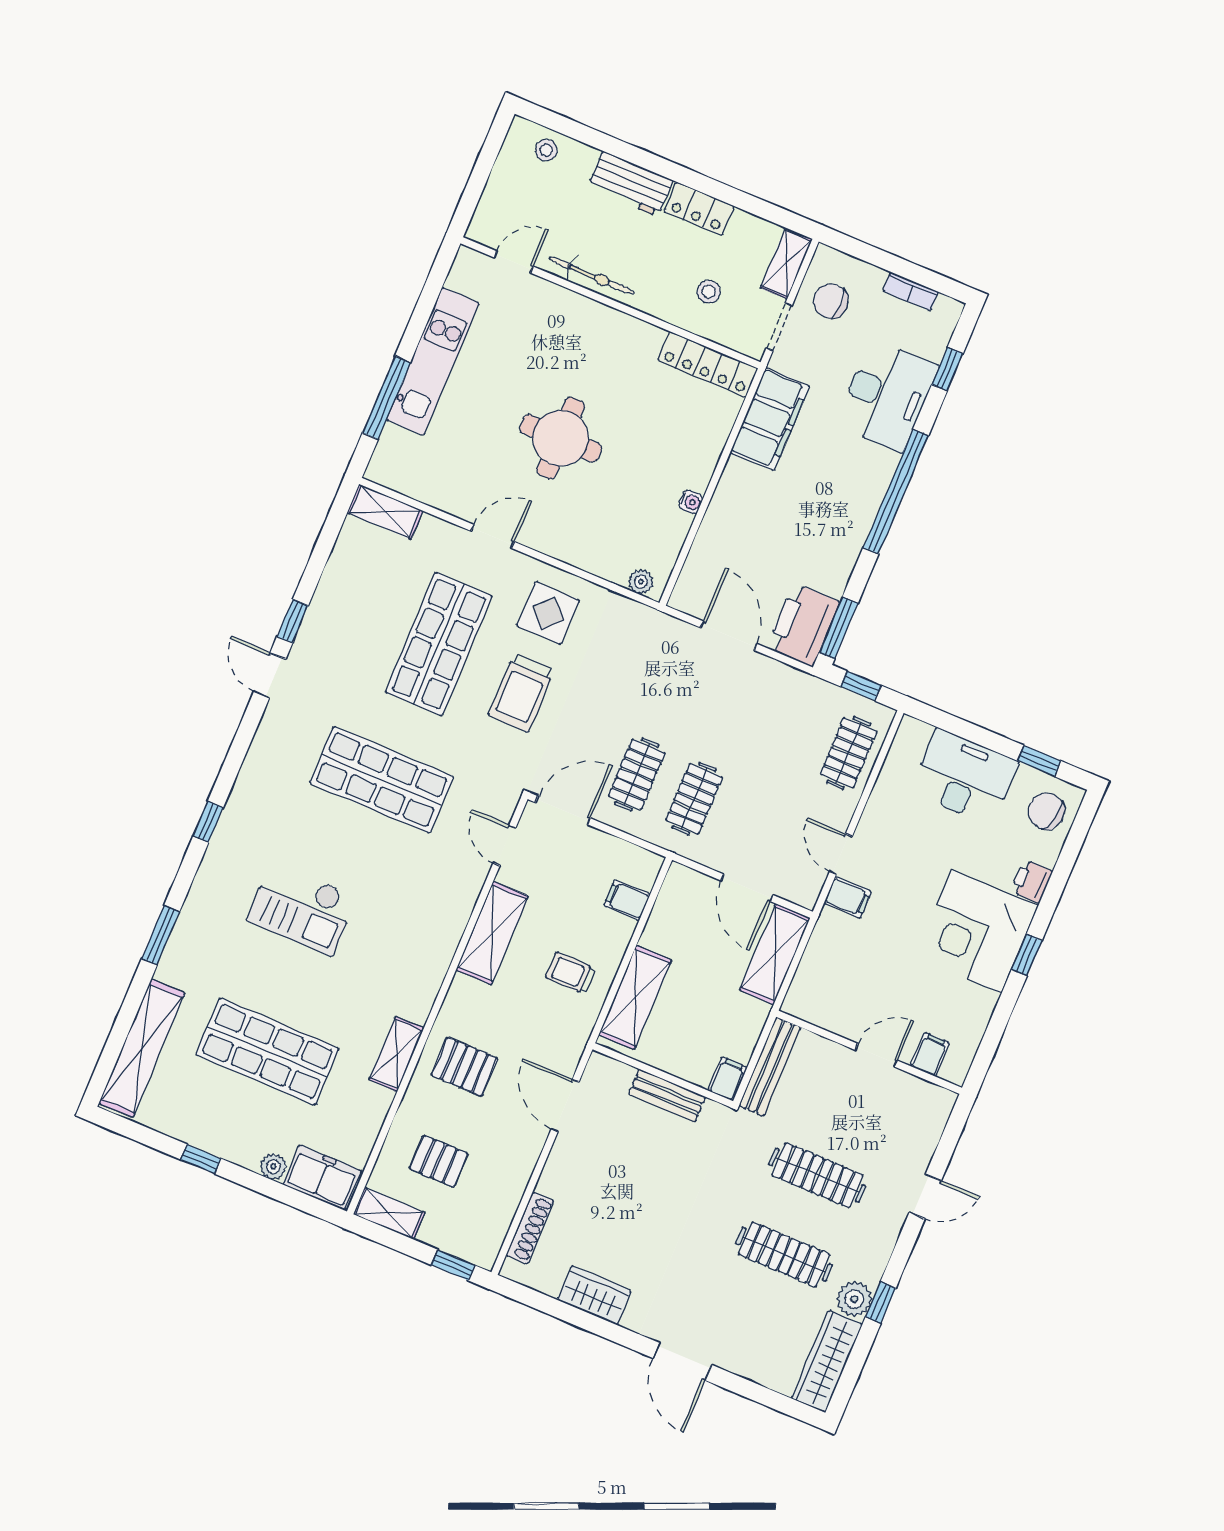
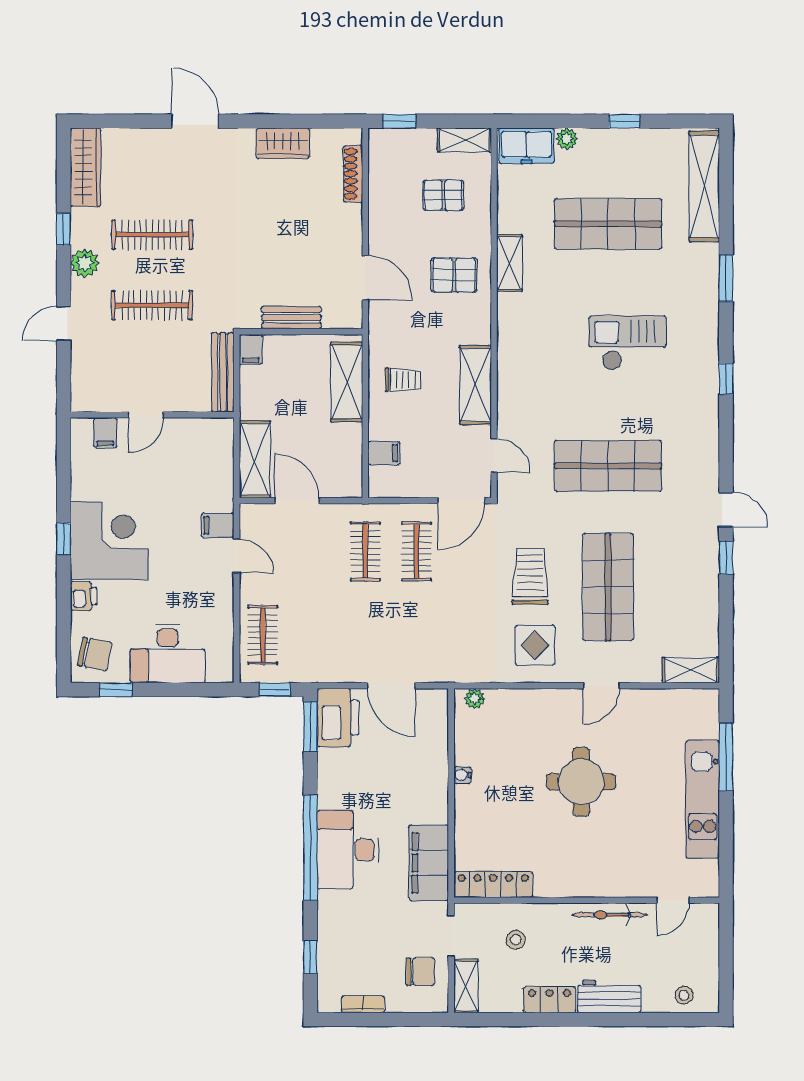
desk: (887, 395) -> (348, 850), moved
plant: (854, 1299) -> (85, 263), moved

